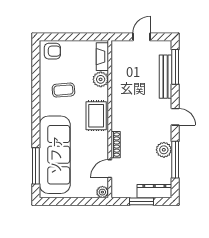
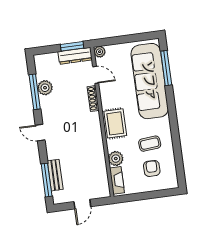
armchair: (52, 51) -> (152, 168), moved, turned 90
bench: (165, 77) -> (55, 175), width x0.73
plant: (164, 150) -> (45, 88), moved
door: (110, 169) -> (96, 75), hinge flipped
dresser: (154, 191) -> (75, 56), moved
window: (141, 201) -> (72, 46), moved

